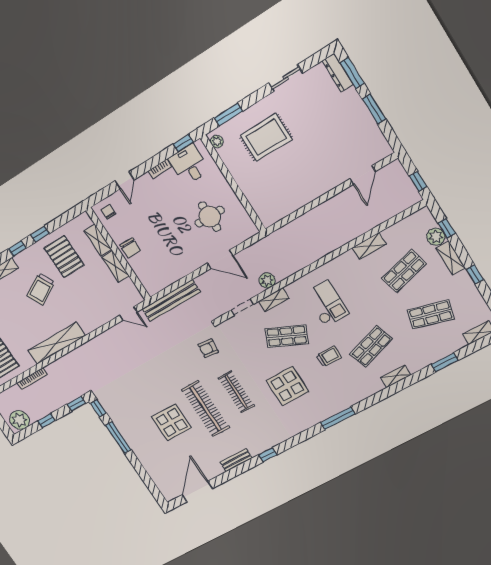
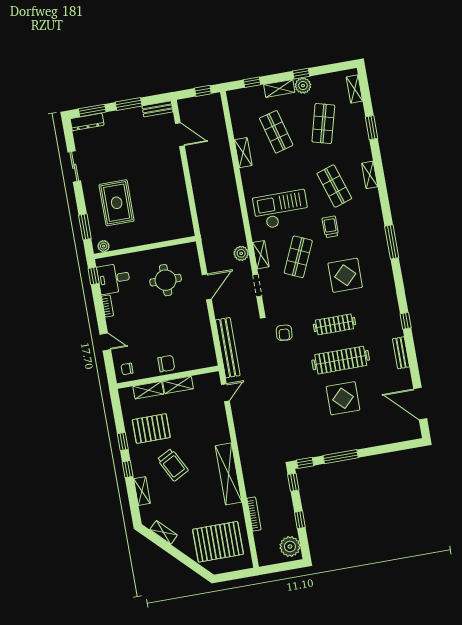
bench: (381, 142) -> (157, 109), added
plant: (436, 237) -> (303, 86), moved
checkout: (326, 304) -> (281, 210), width x1.36, depth x1.21

